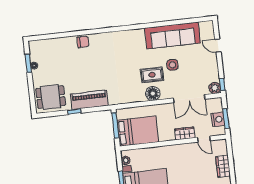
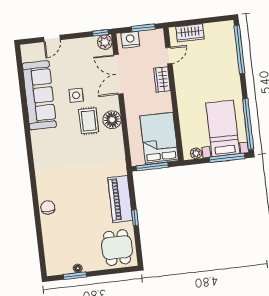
double door: (189, 99) -> (118, 74), swing flipped
nightstand: (218, 119) -> (130, 40), moved
wardrobe: (223, 166) -> (190, 33), moved

